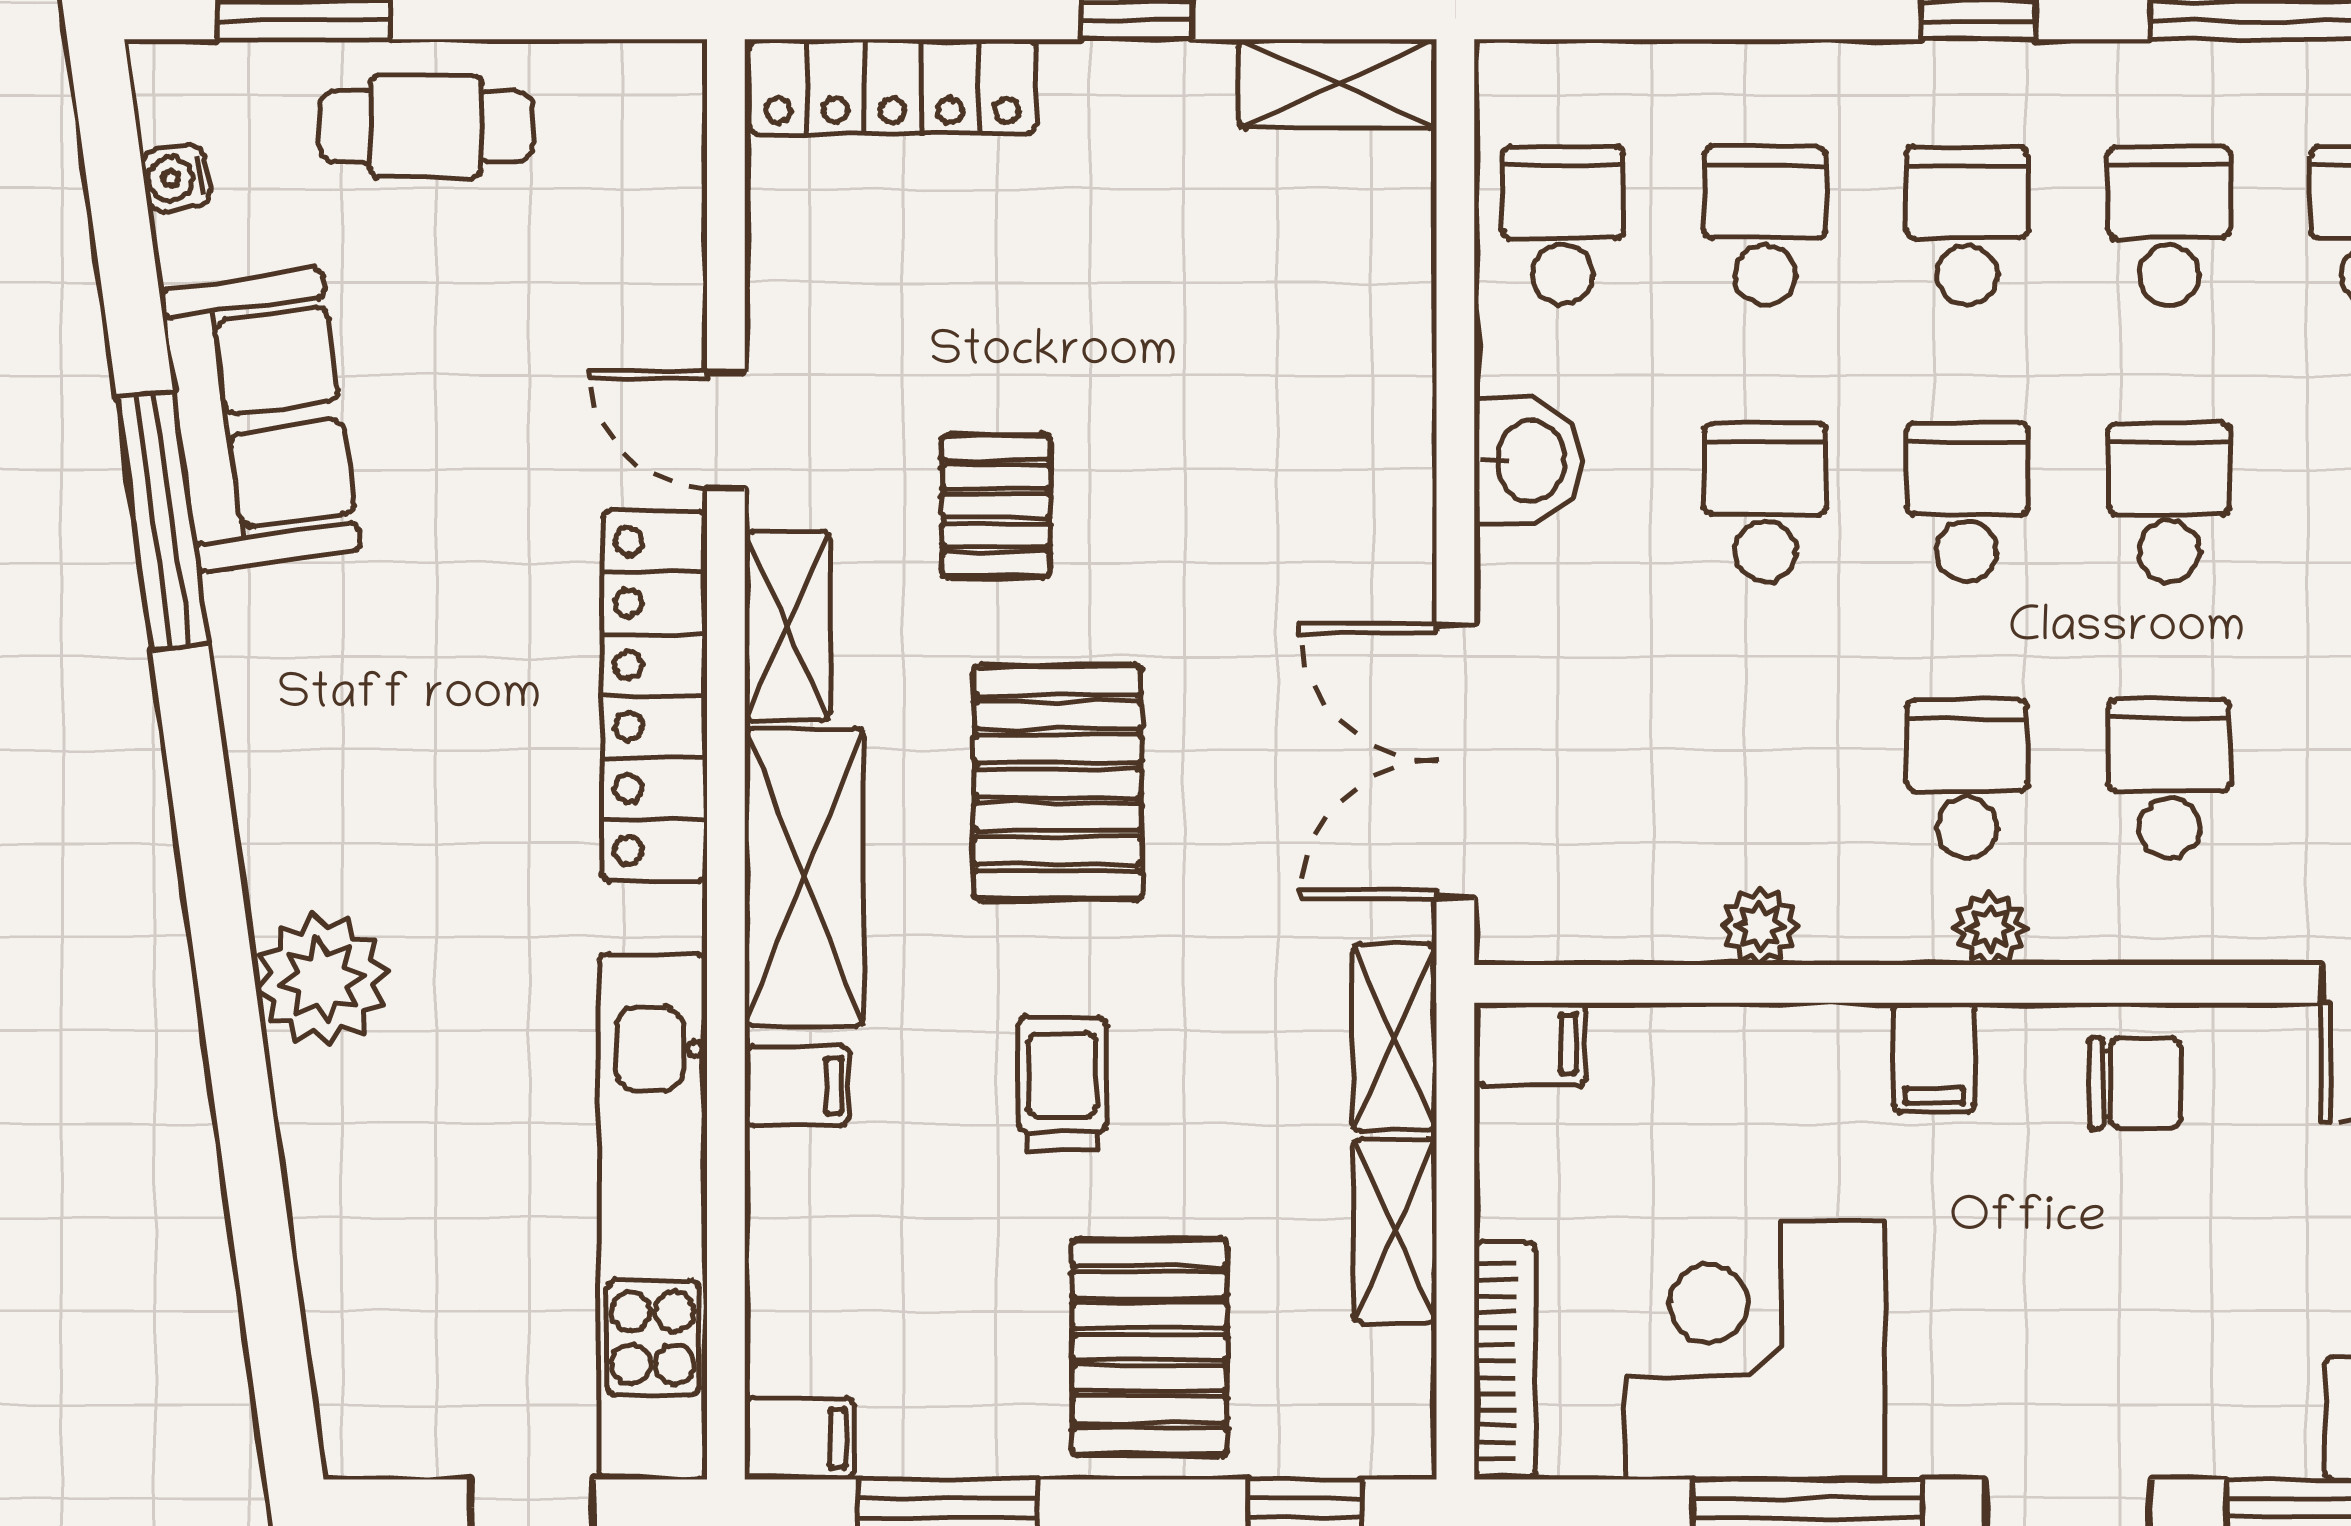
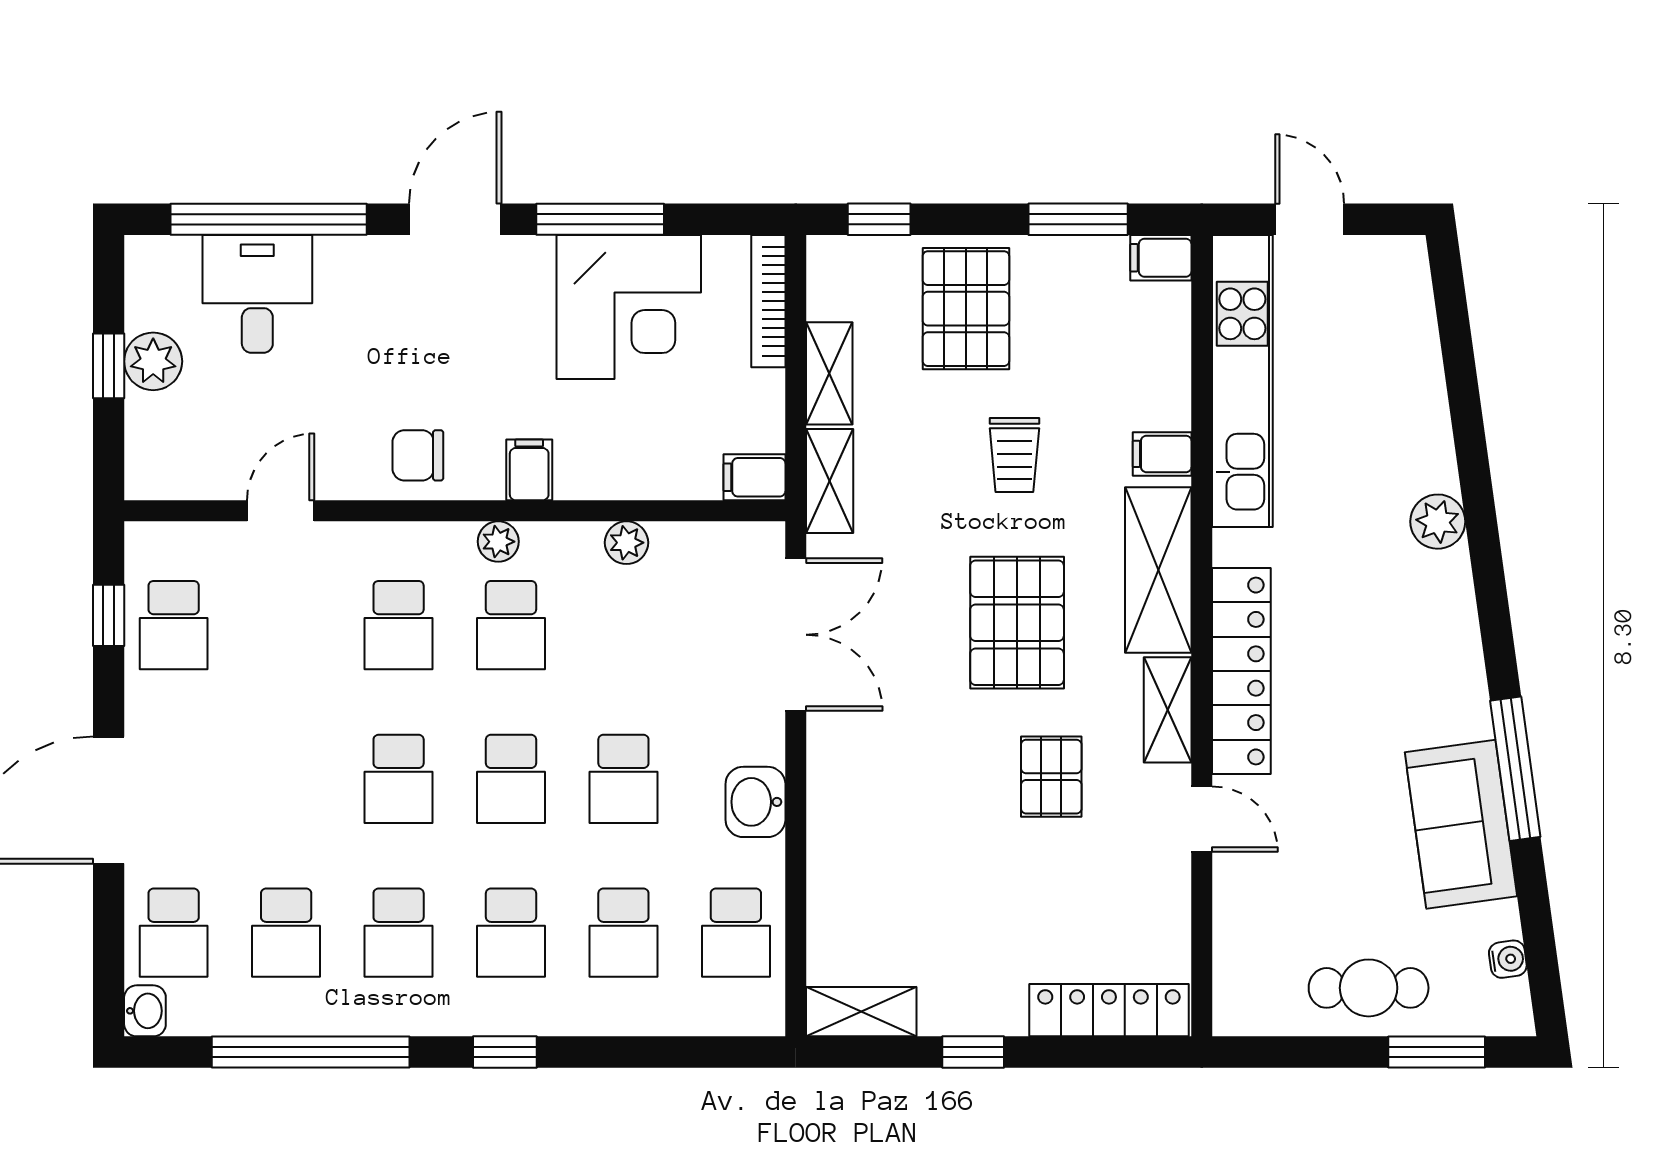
plant: (322, 980) -> (1438, 522), width x0.73, depth x0.73

